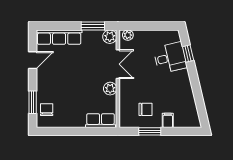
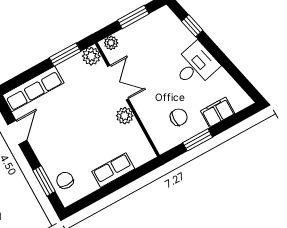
window: (152, 26) -> (133, 17), added
desk: (170, 58) -> (195, 65), moved
filing cabinet: (168, 120) -> (218, 112), width x2.00
row of seats: (101, 121) -> (113, 170), moved

